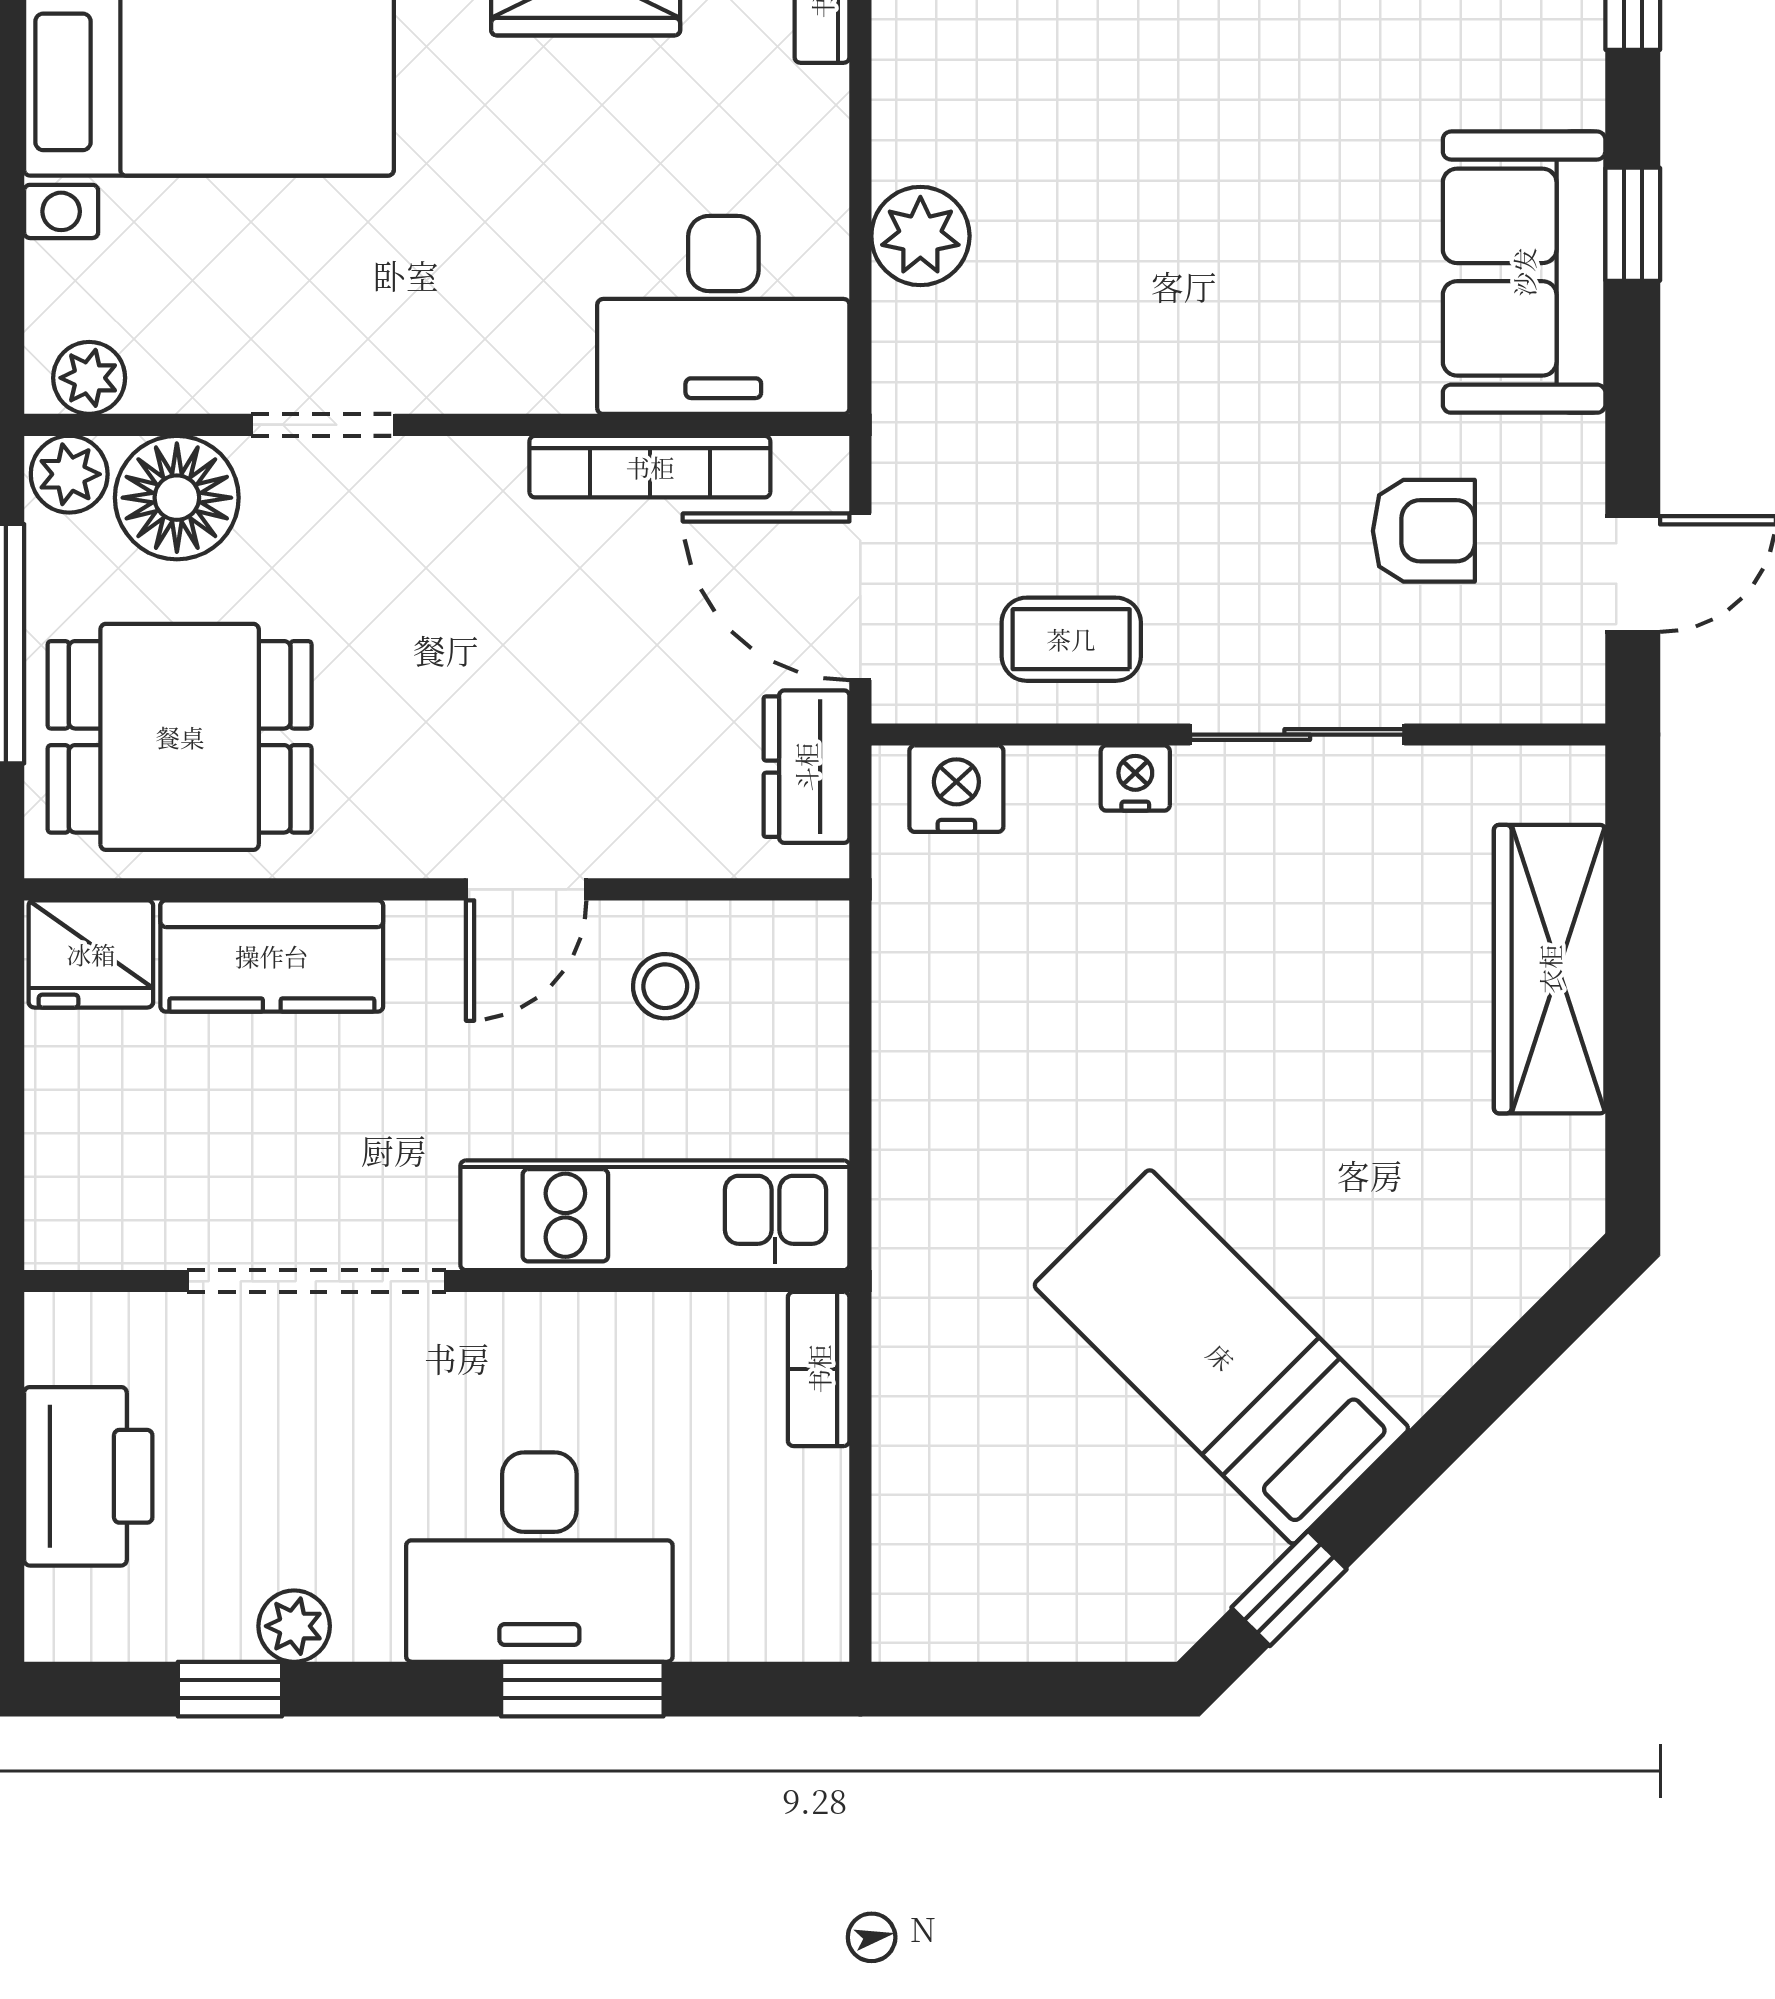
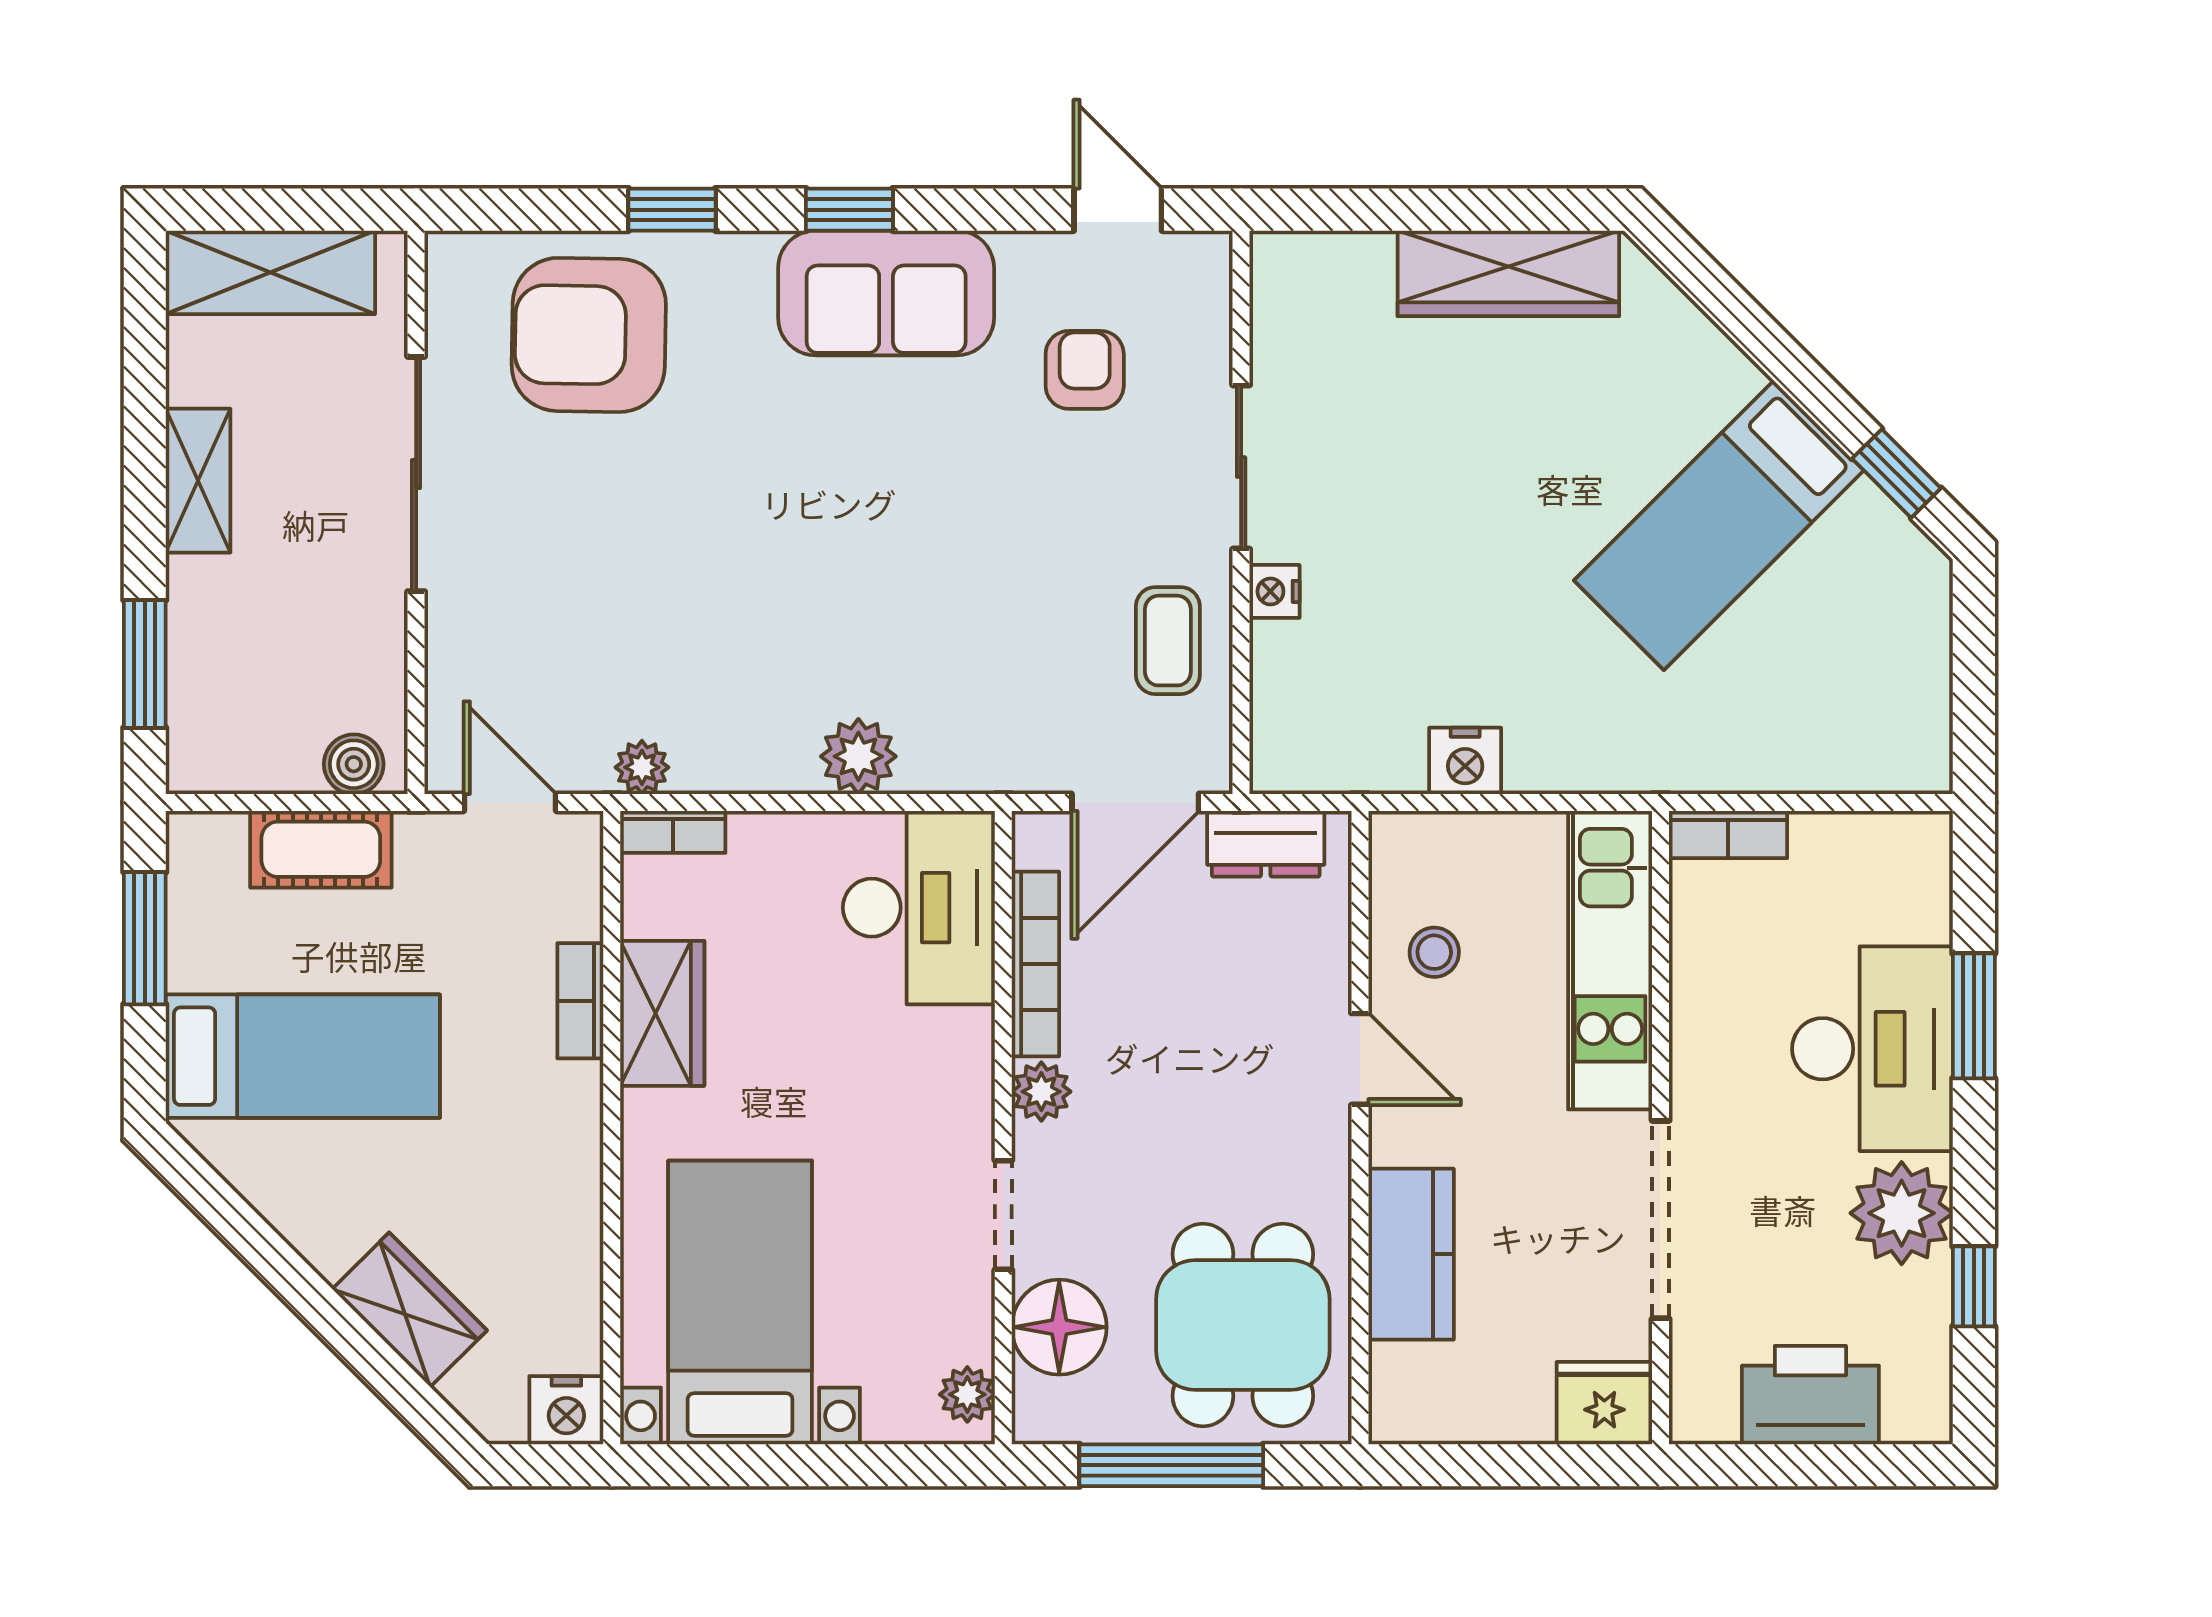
plant: (69, 474) -> (1041, 1092), moved
nightstand: (956, 789) -> (1465, 761), moved, turned -90
fridge: (91, 954) -> (1604, 1403), moved, turned -90
wardrobe: (1550, 969) -> (1508, 273), moved
plant: (294, 1626) -> (1902, 1213), width x1.88, depth x1.88

